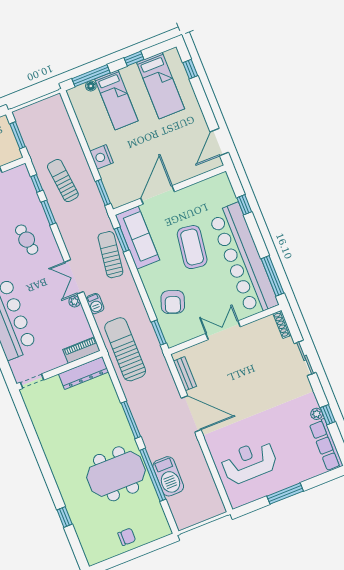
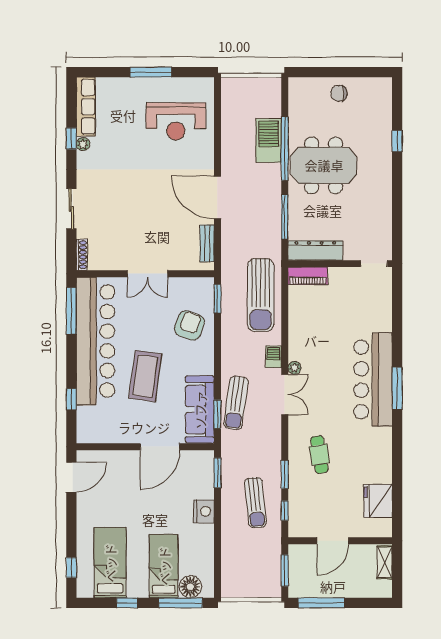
floor lamp: (91, 86) -> (190, 587), width x1.89, depth x1.89
piano: (81, 350) -> (308, 276), moved
wall: (59, 370) -> (340, 264), moved
dresser: (84, 373) -> (315, 251), moved
doorway: (32, 381) -> (374, 264), moved

